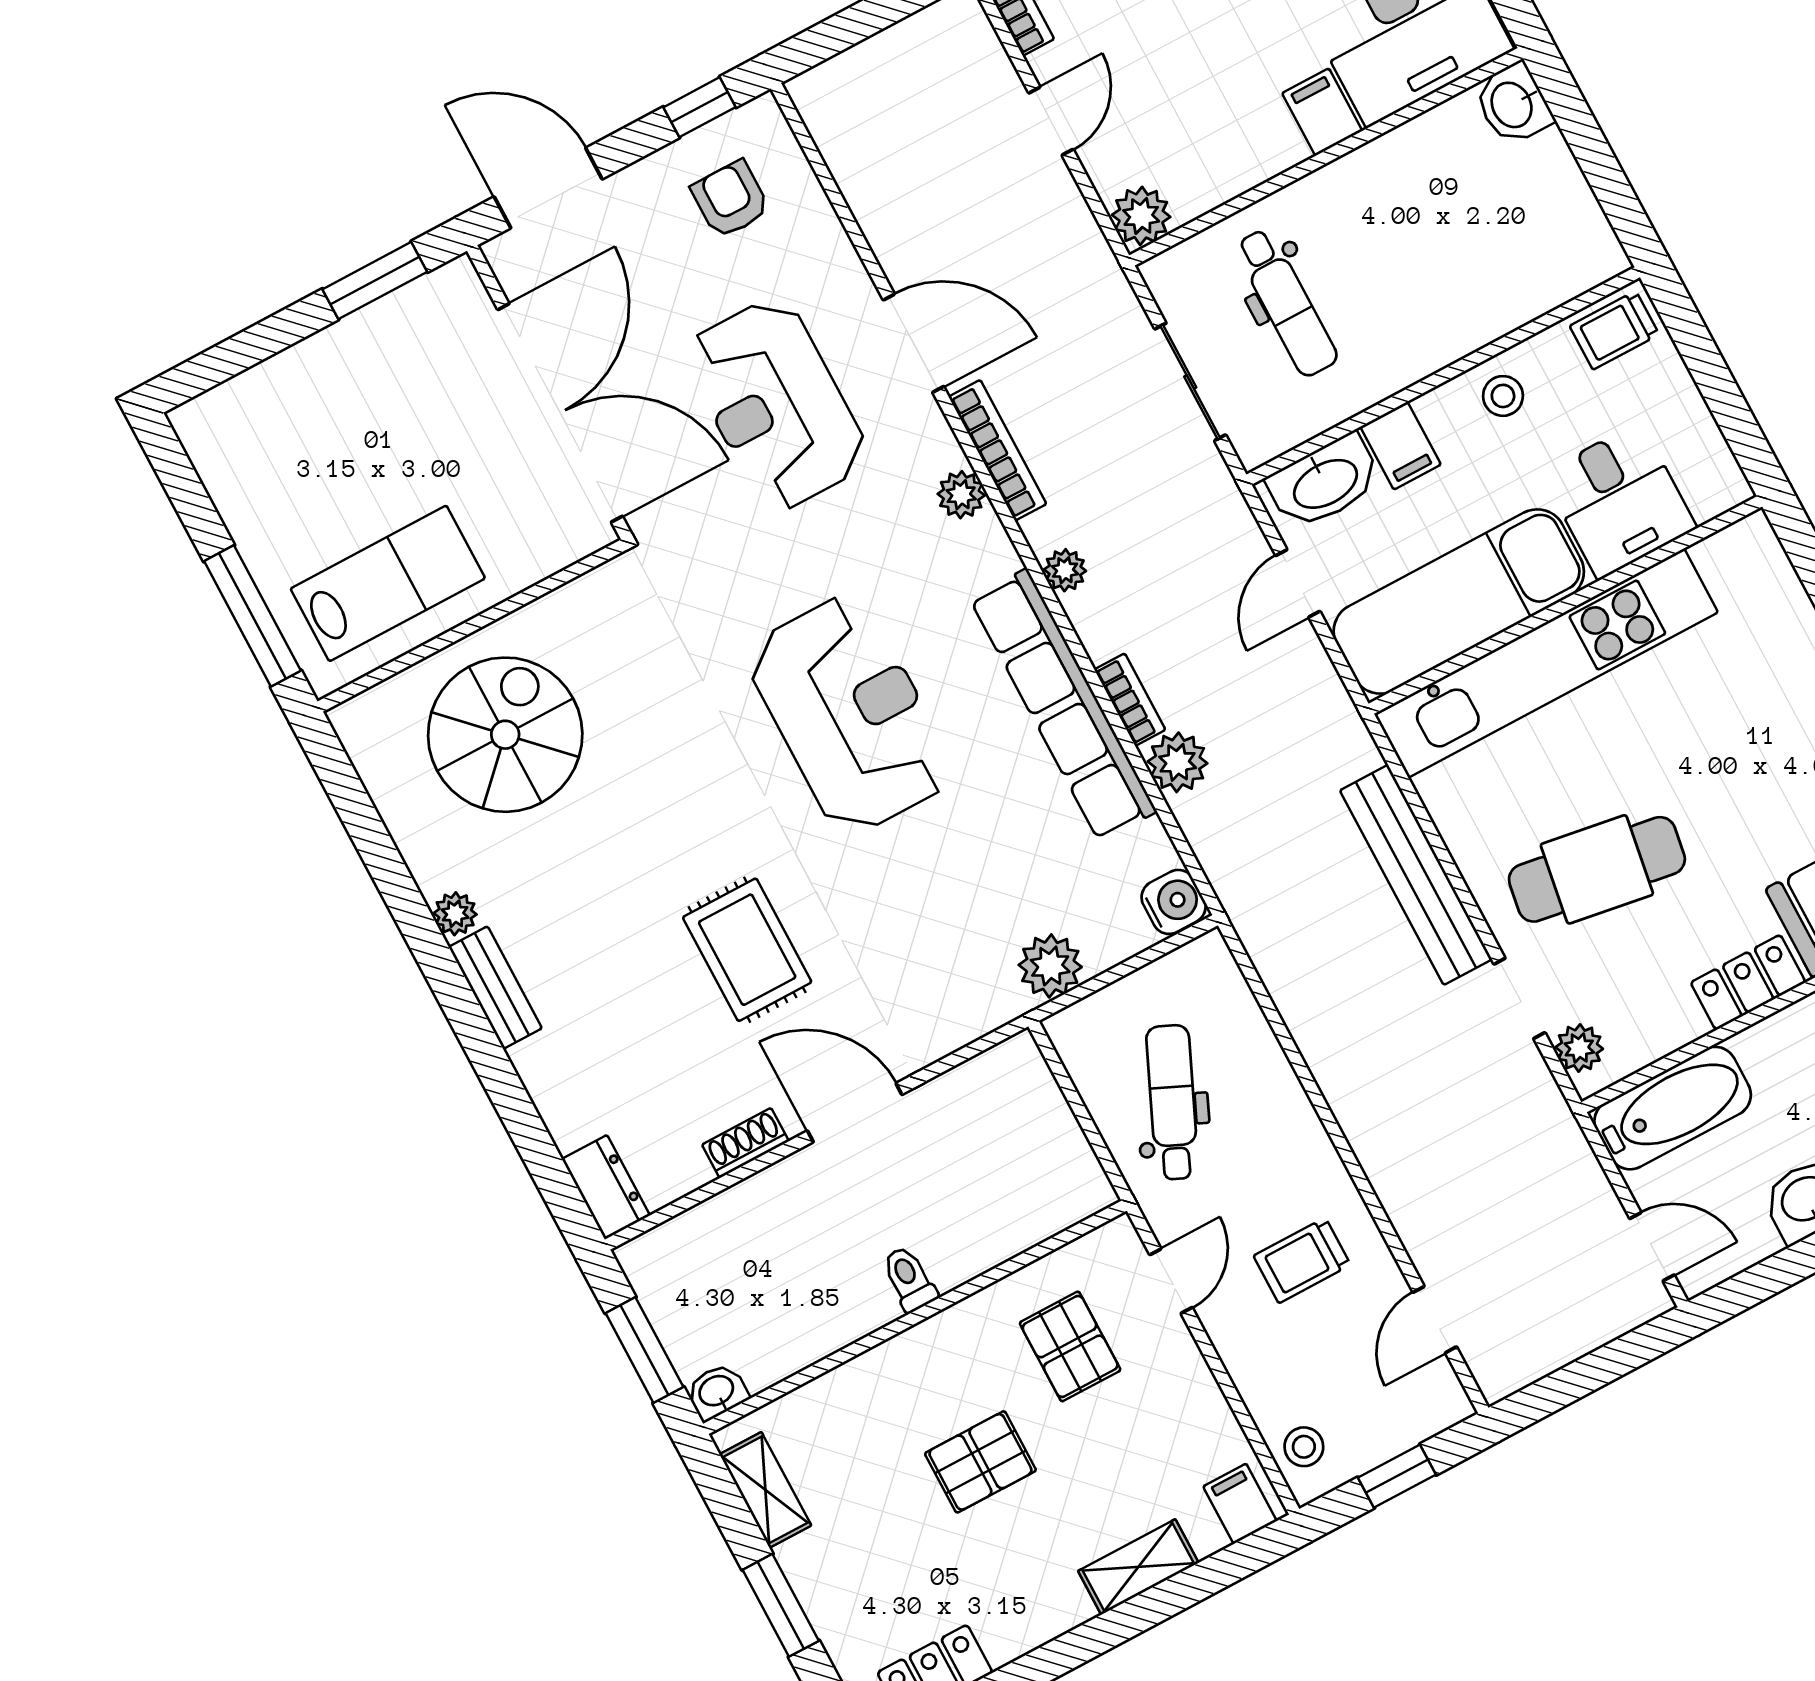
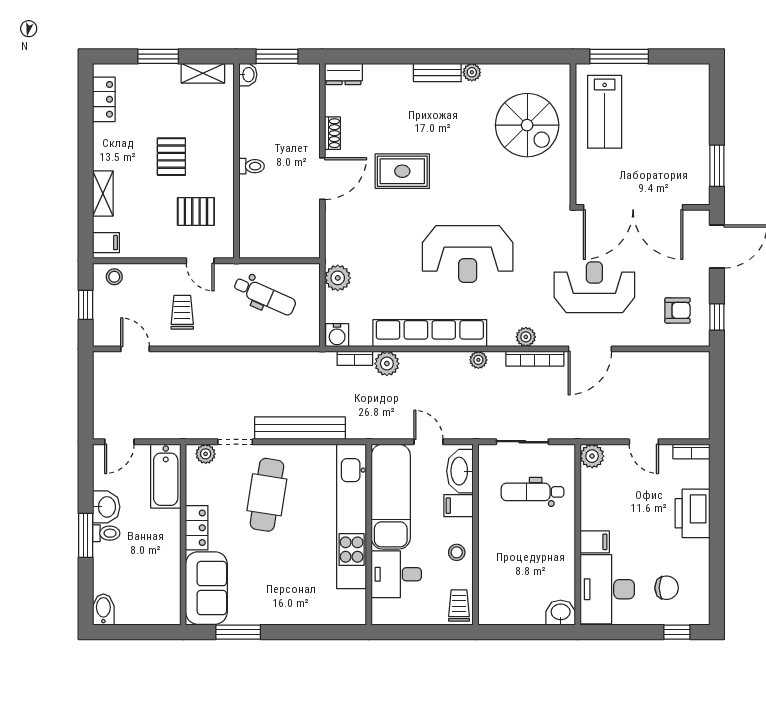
bookcase: (1130, 700) -> (355, 358), moved

